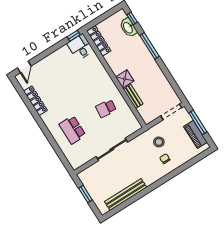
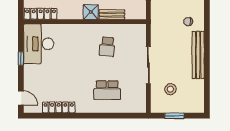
window: (74, 36) -> (21, 59), moved
desk: (80, 47) -> (39, 44), width x1.87, depth x1.30
stool: (159, 142) -> (170, 89), moved
bench: (126, 194) -> (198, 55), moved

